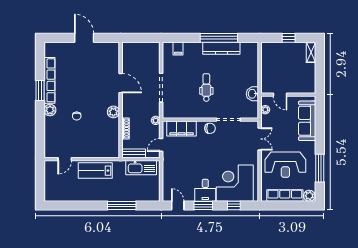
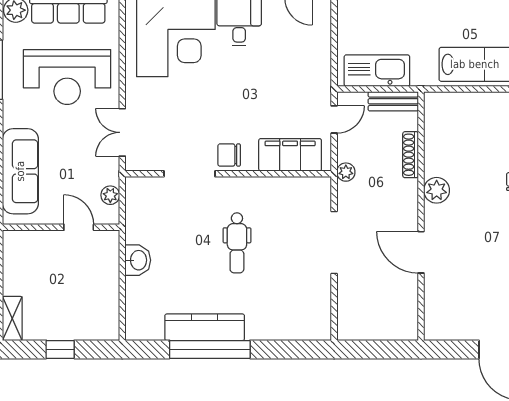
filing cabinet: (178, 49) -> (298, 327), removed
washbasin: (252, 94) -> (138, 260), moved
reception desk: (285, 165) -> (67, 77), turned 180

